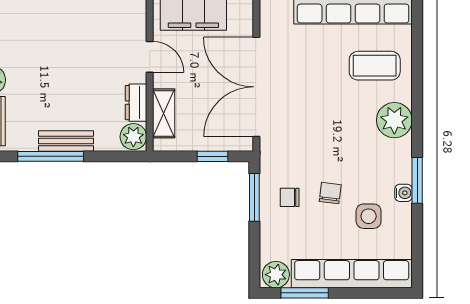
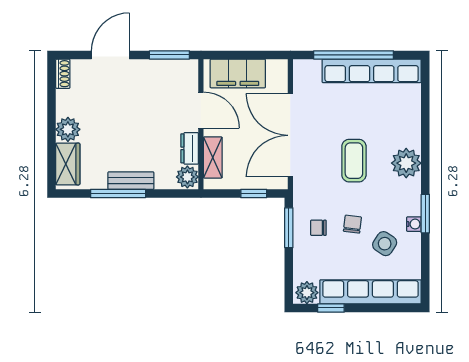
door: (150, 57) -> (201, 110), width x1.38
coffee table: (375, 66) -> (354, 161), moved, turned 90
side table: (369, 216) -> (385, 244), turned 33
window: (305, 293) -> (331, 308), width x0.67

